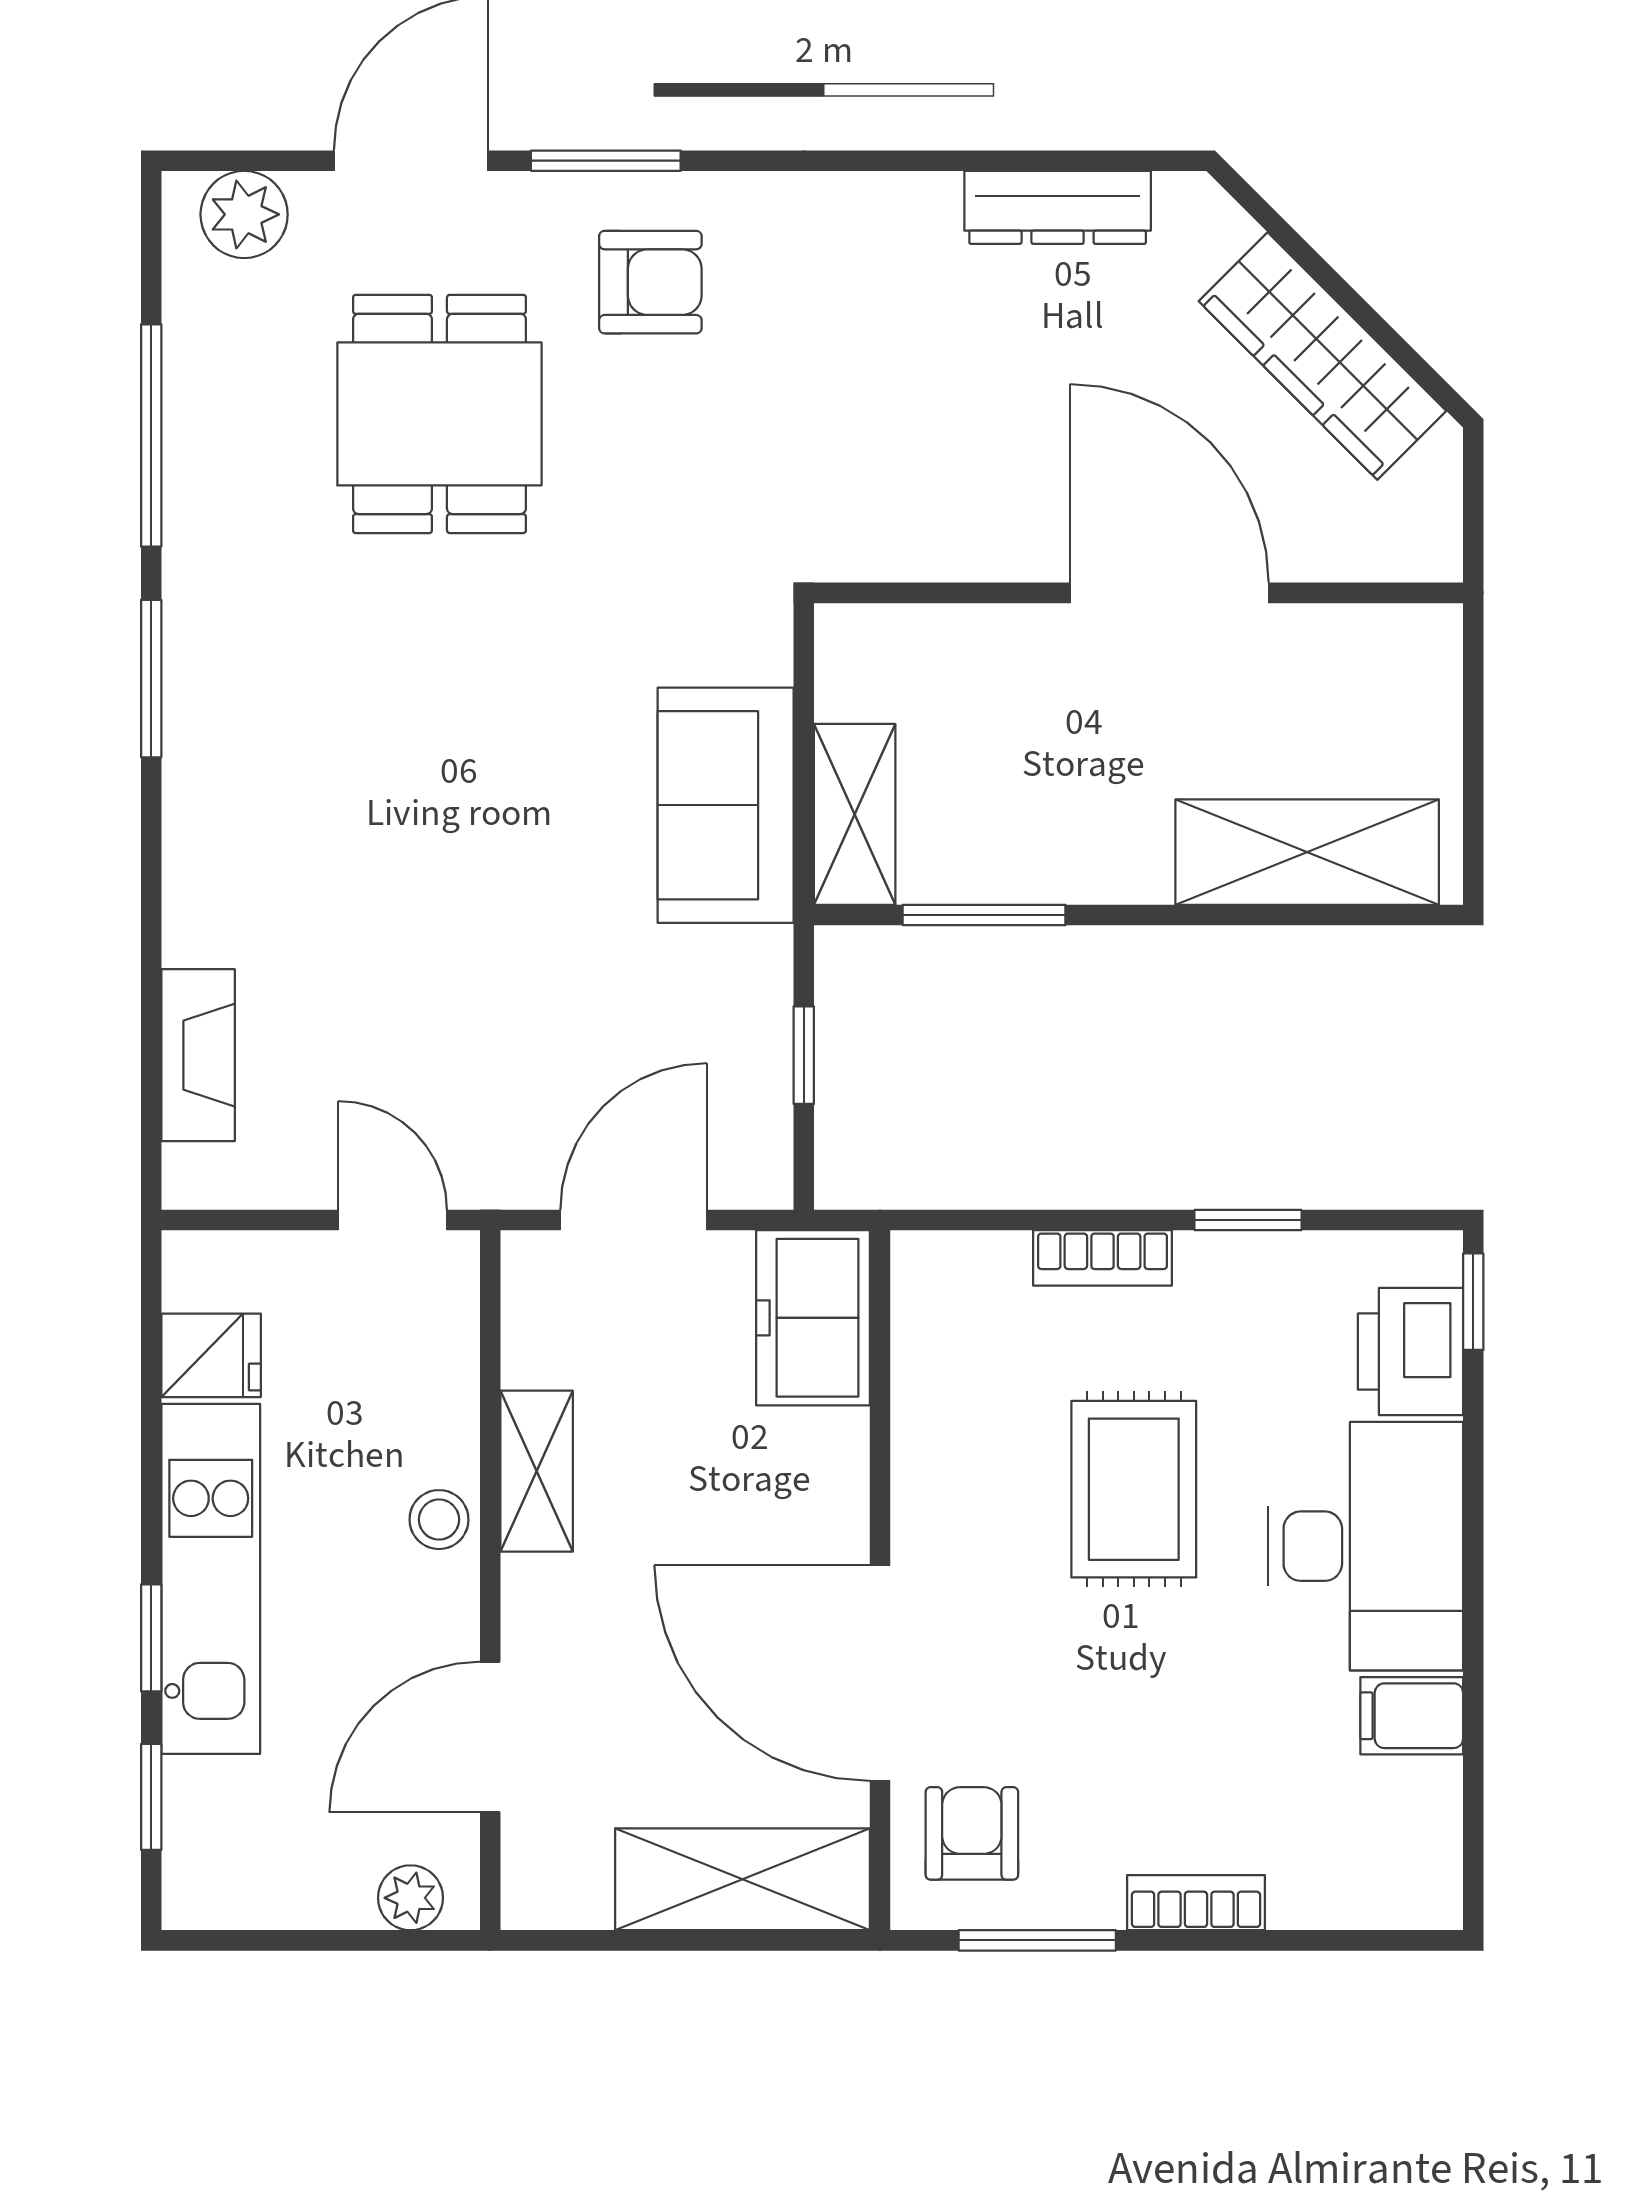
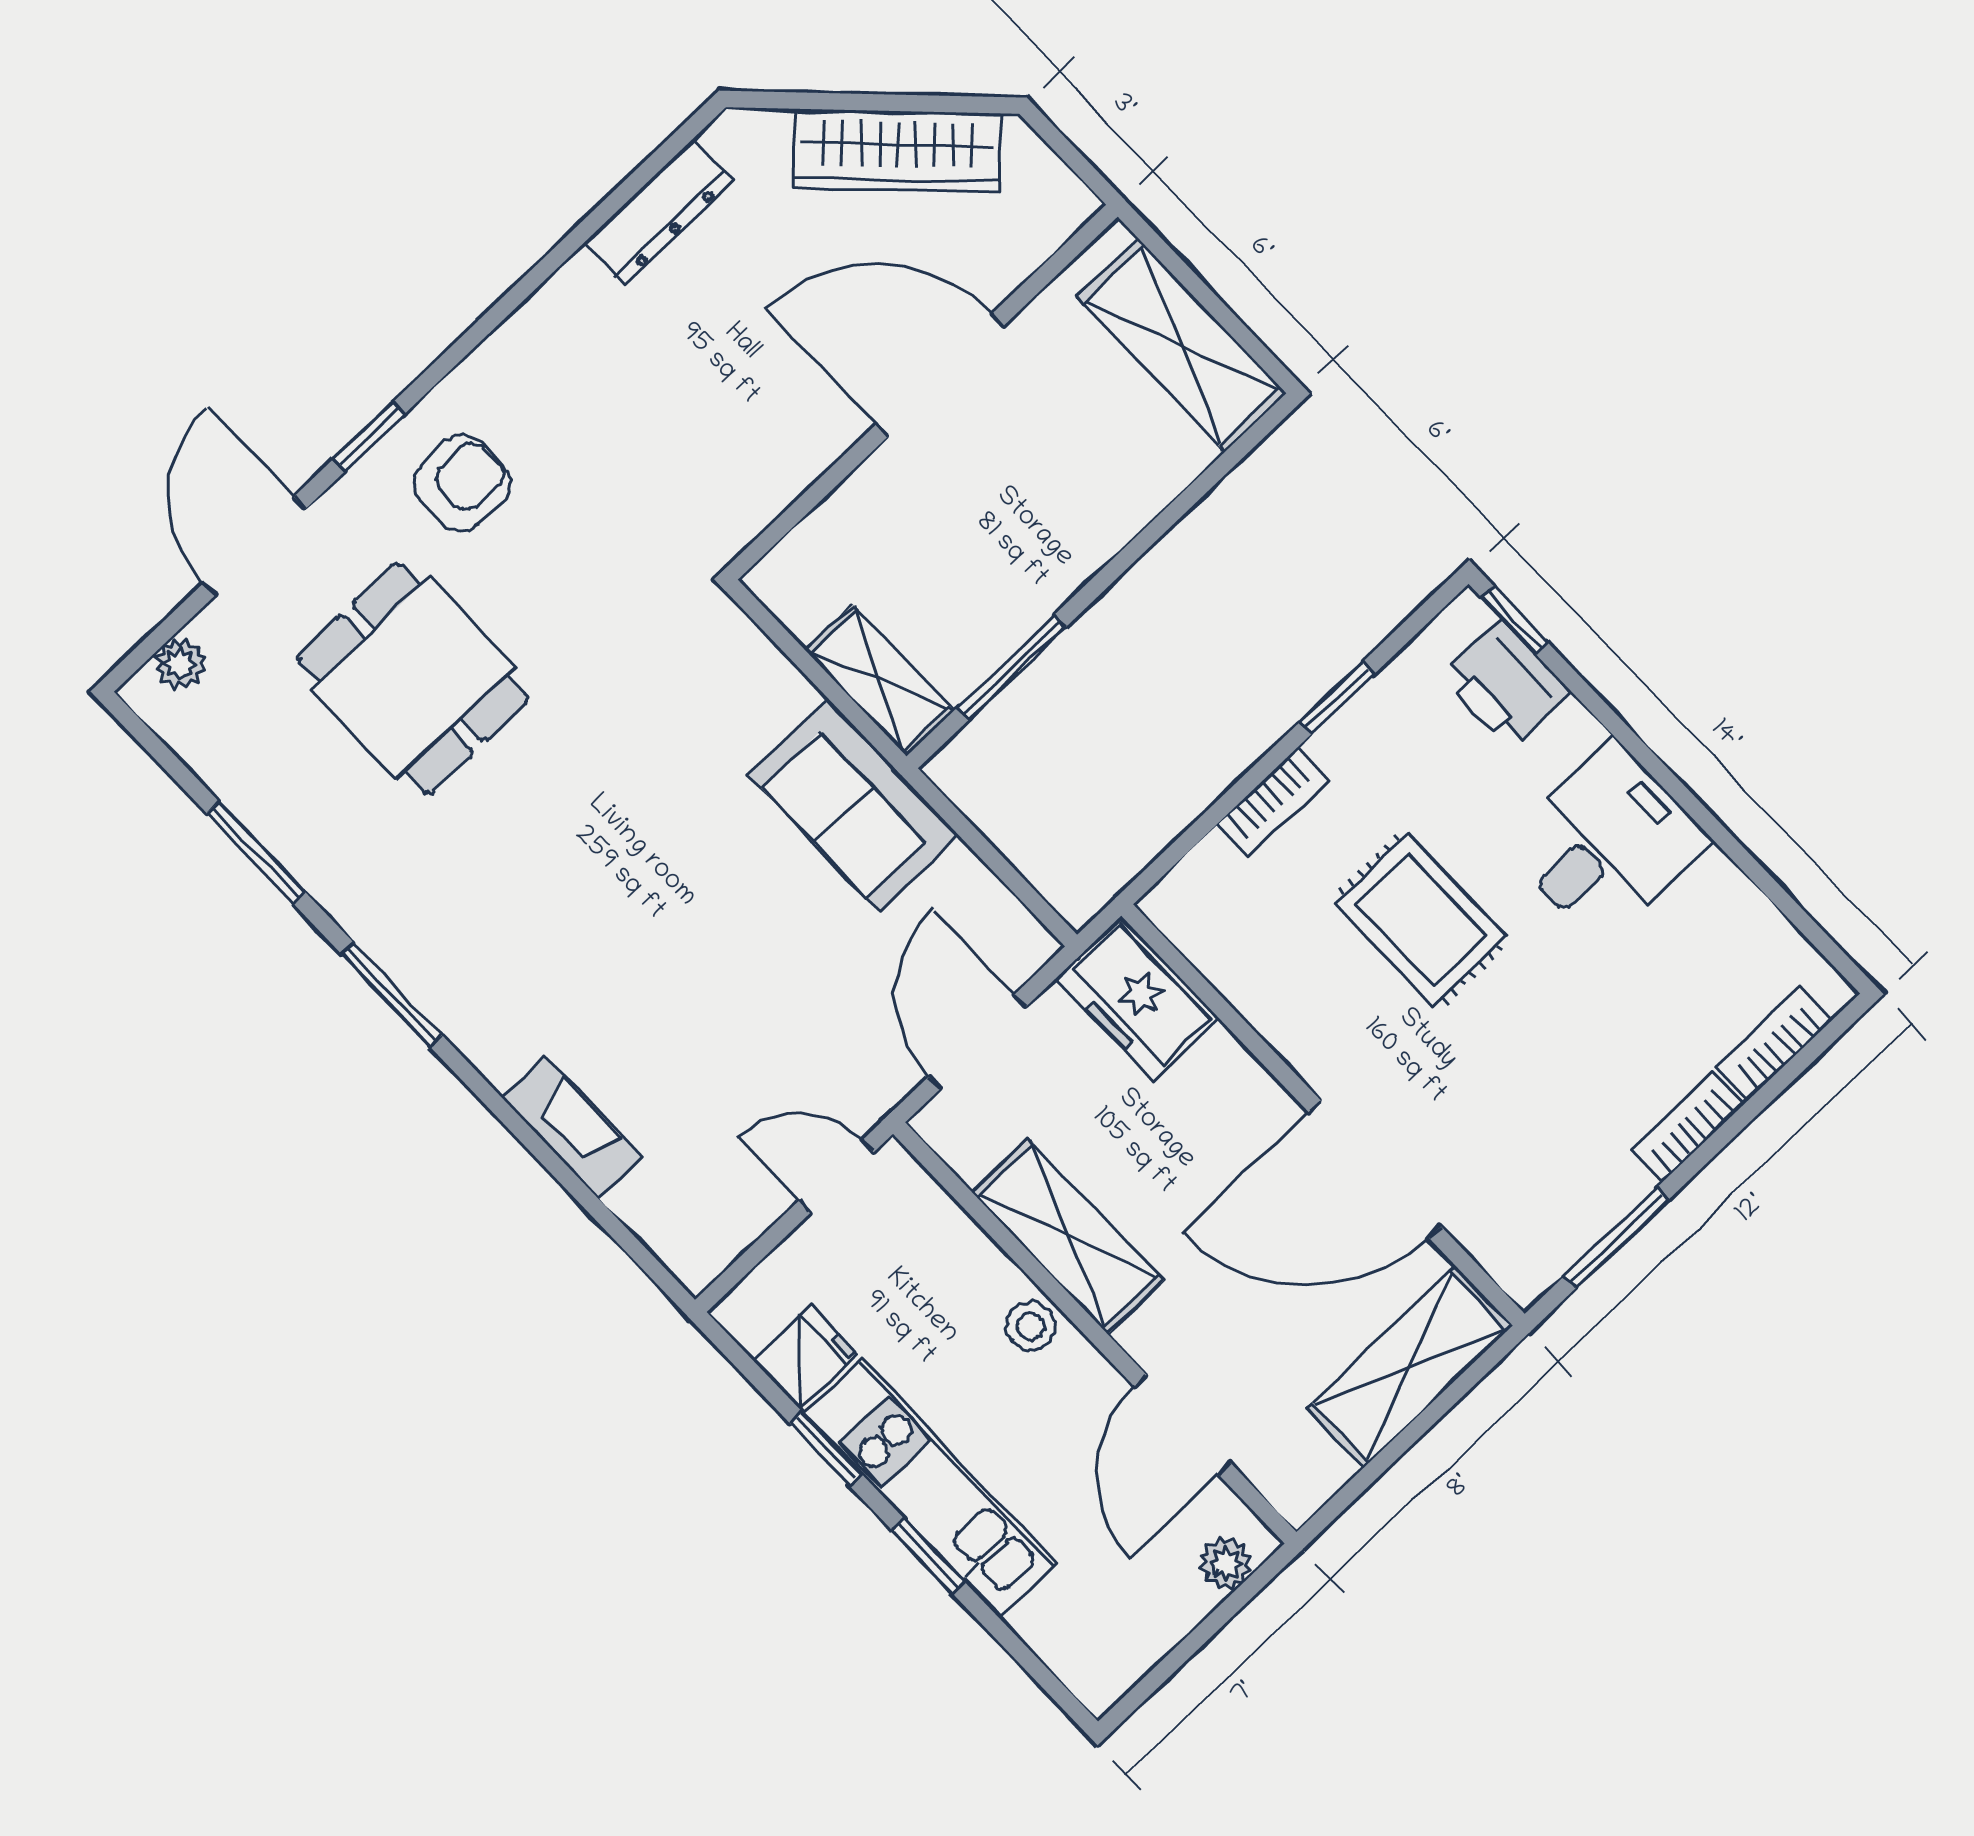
window: (606, 161) -> (368, 437), width x0.67
plant: (244, 214) -> (180, 664), width x0.73, depth x0.73
window: (151, 436) -> (256, 852), width x0.69
sofa: (726, 805) -> (854, 805), moved
shelving: (1307, 852) -> (1181, 345), moved, turned 90
fireplace: (198, 1055) -> (571, 1128), moved
window: (804, 1055) -> (985, 850), removed
shelving: (537, 1471) -> (1068, 1236), width x1.50, depth x1.33
desk: (1365, 1546) -> (1607, 843), width x0.73
filing cabinet: (1412, 1716) -> (1710, 897), removed
window: (151, 1797) -> (826, 1449), moved
armchair: (972, 1833) -> (1518, 1212), removed
bookcase: (1344, 1901) -> (1774, 1044), added

